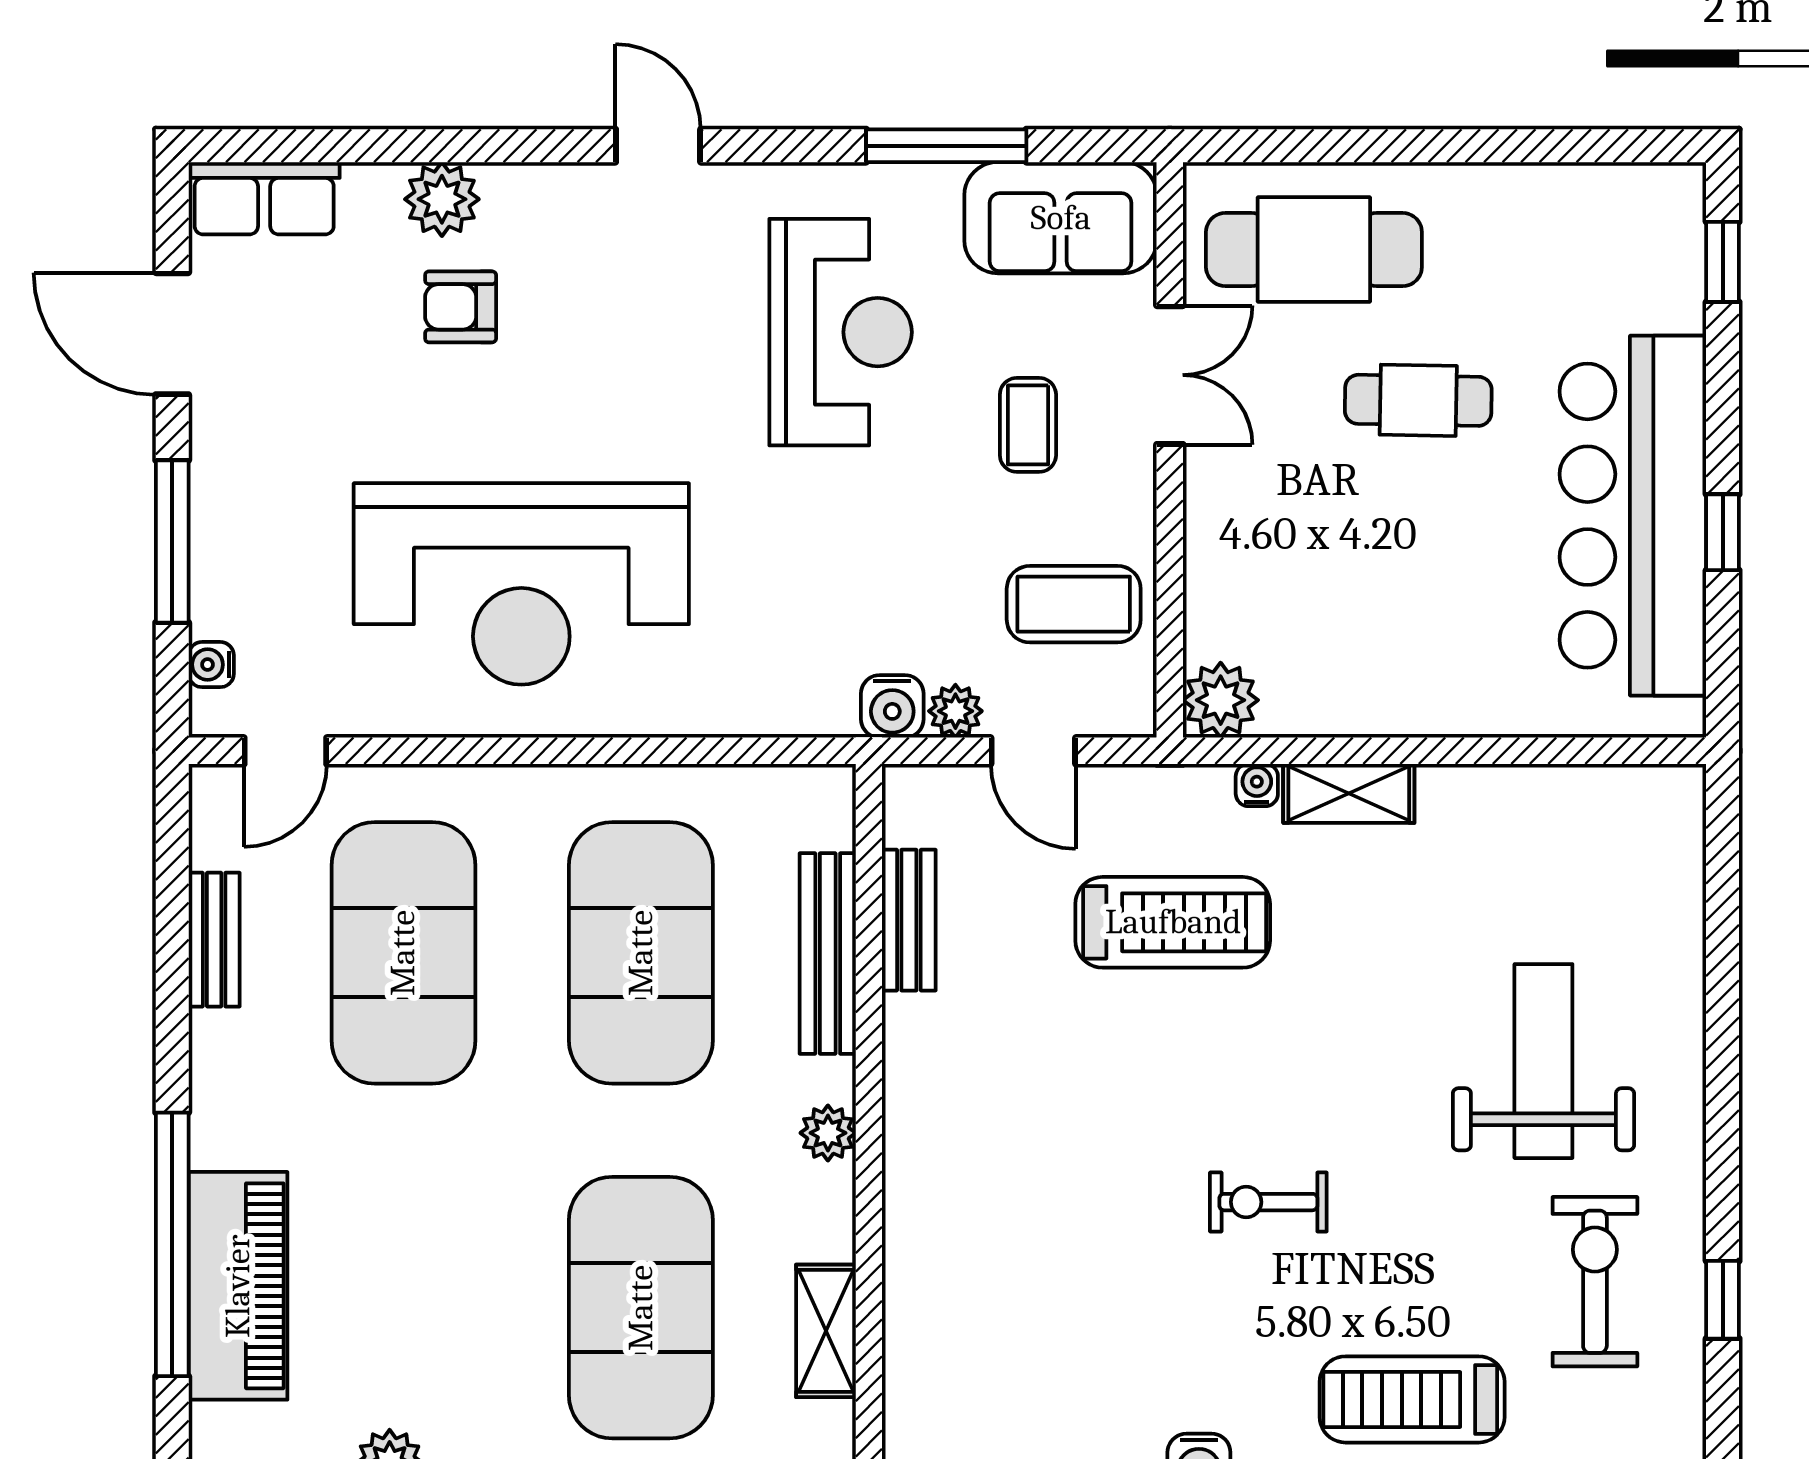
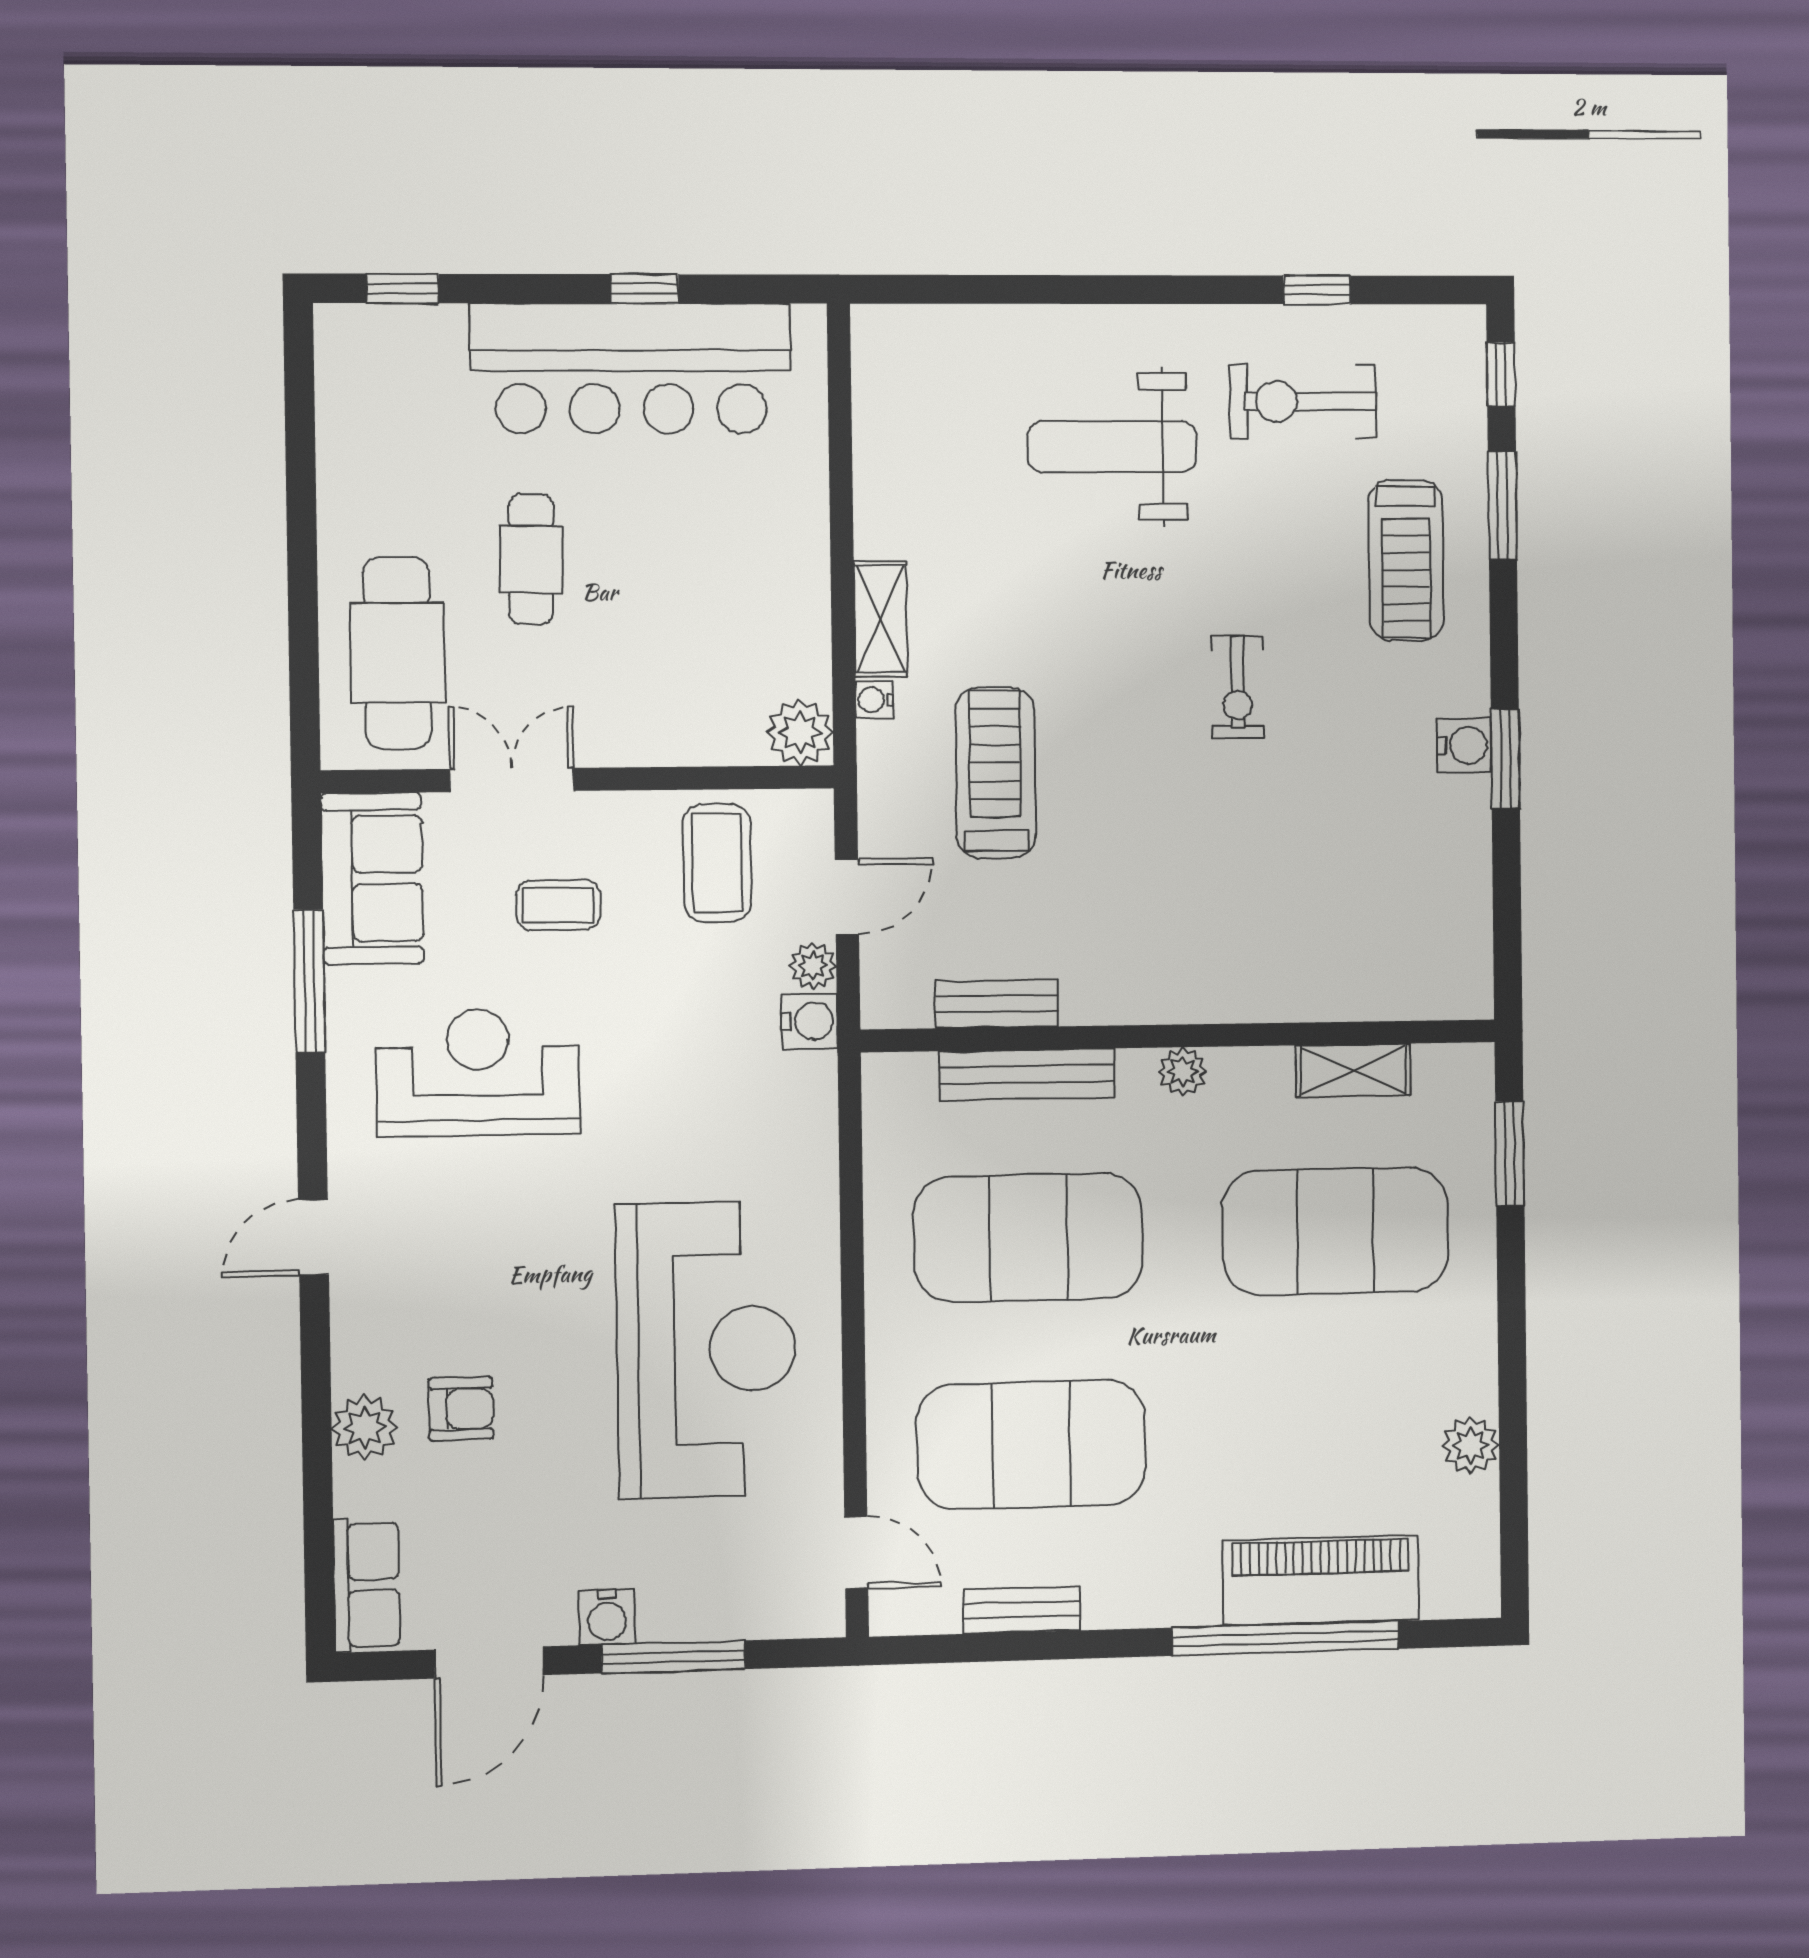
armchair: (461, 307) -> (461, 1409), turned -90
water cooler: (211, 665) -> (607, 1617), moved, width x1.38, depth x1.38

